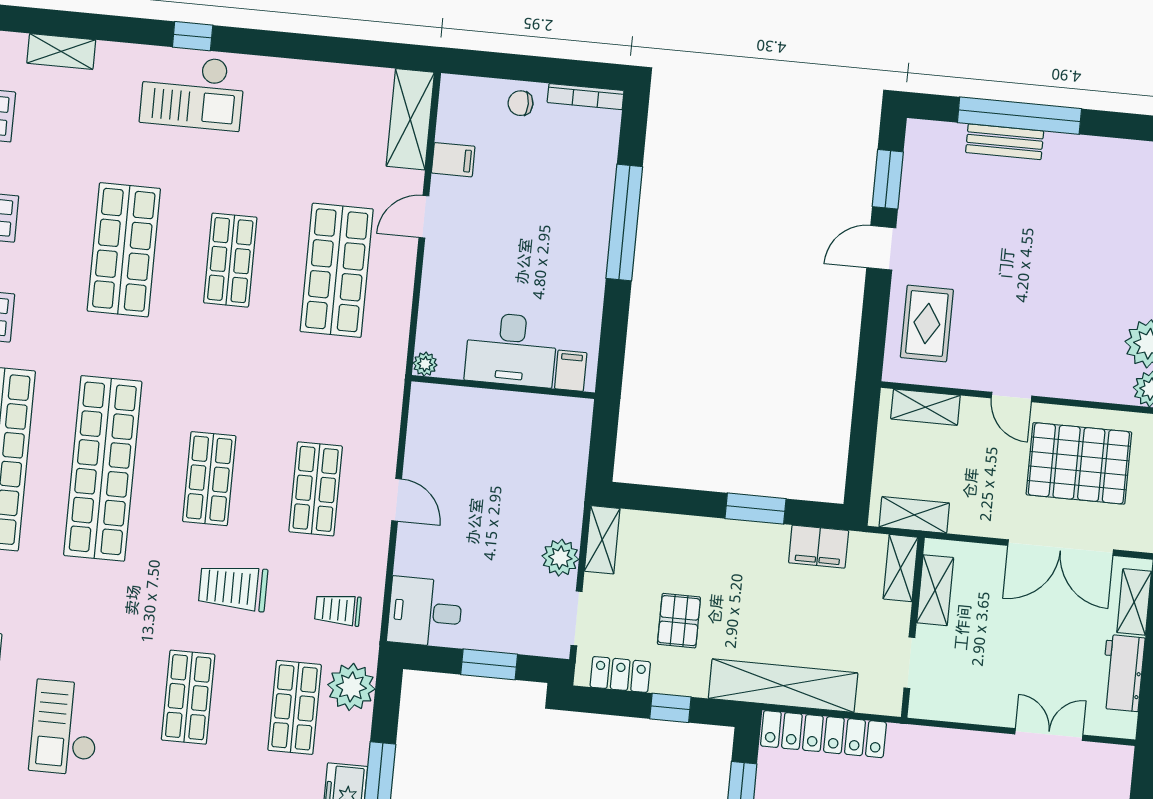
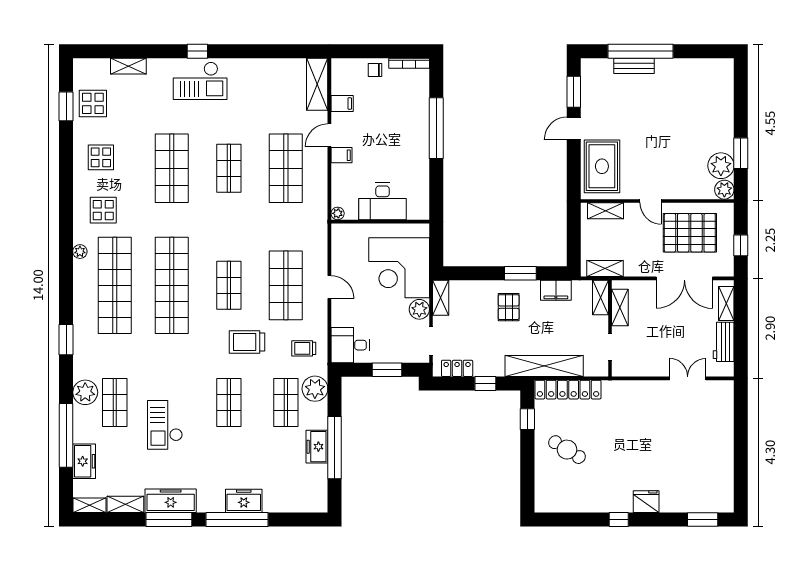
rug: (927, 323) -> (602, 166), width x1.36, depth x1.43
filing cabinet: (571, 371) -> (341, 155), moved, turned 90
corner desk: (530, 476) -> (399, 268), added
shop shelf: (316, 489) -> (286, 285), width x1.43, depth x1.36
pallet: (679, 621) -> (509, 307), moved

